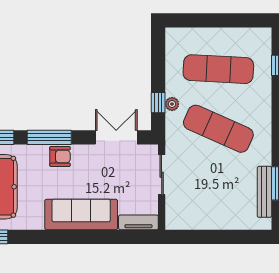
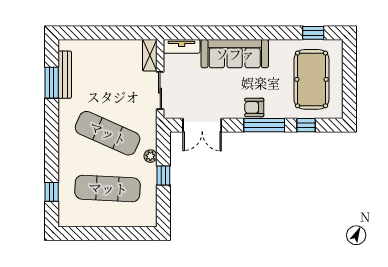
window: (158, 103) -> (163, 175), moved
shelving: (173, 213) -> (150, 55), added

